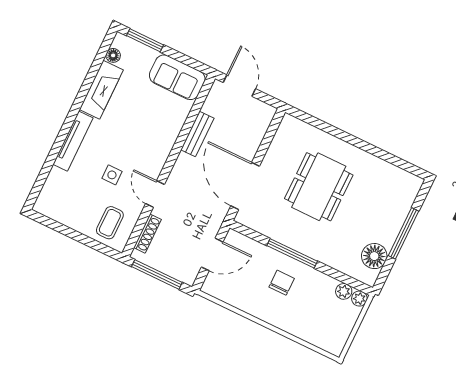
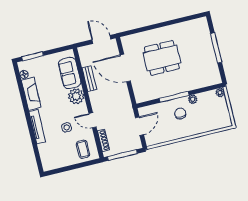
sofa: (177, 77) -> (70, 73), moved, turned 90
door: (239, 86) -> (101, 39), moved
plant: (160, 143) -> (76, 96), added
door: (245, 186) -> (125, 68), moved
dining table: (319, 187) -> (162, 58), turned 90
floor lamp: (374, 256) -> (211, 68), removed
plant: (344, 291) -> (193, 99), moved

